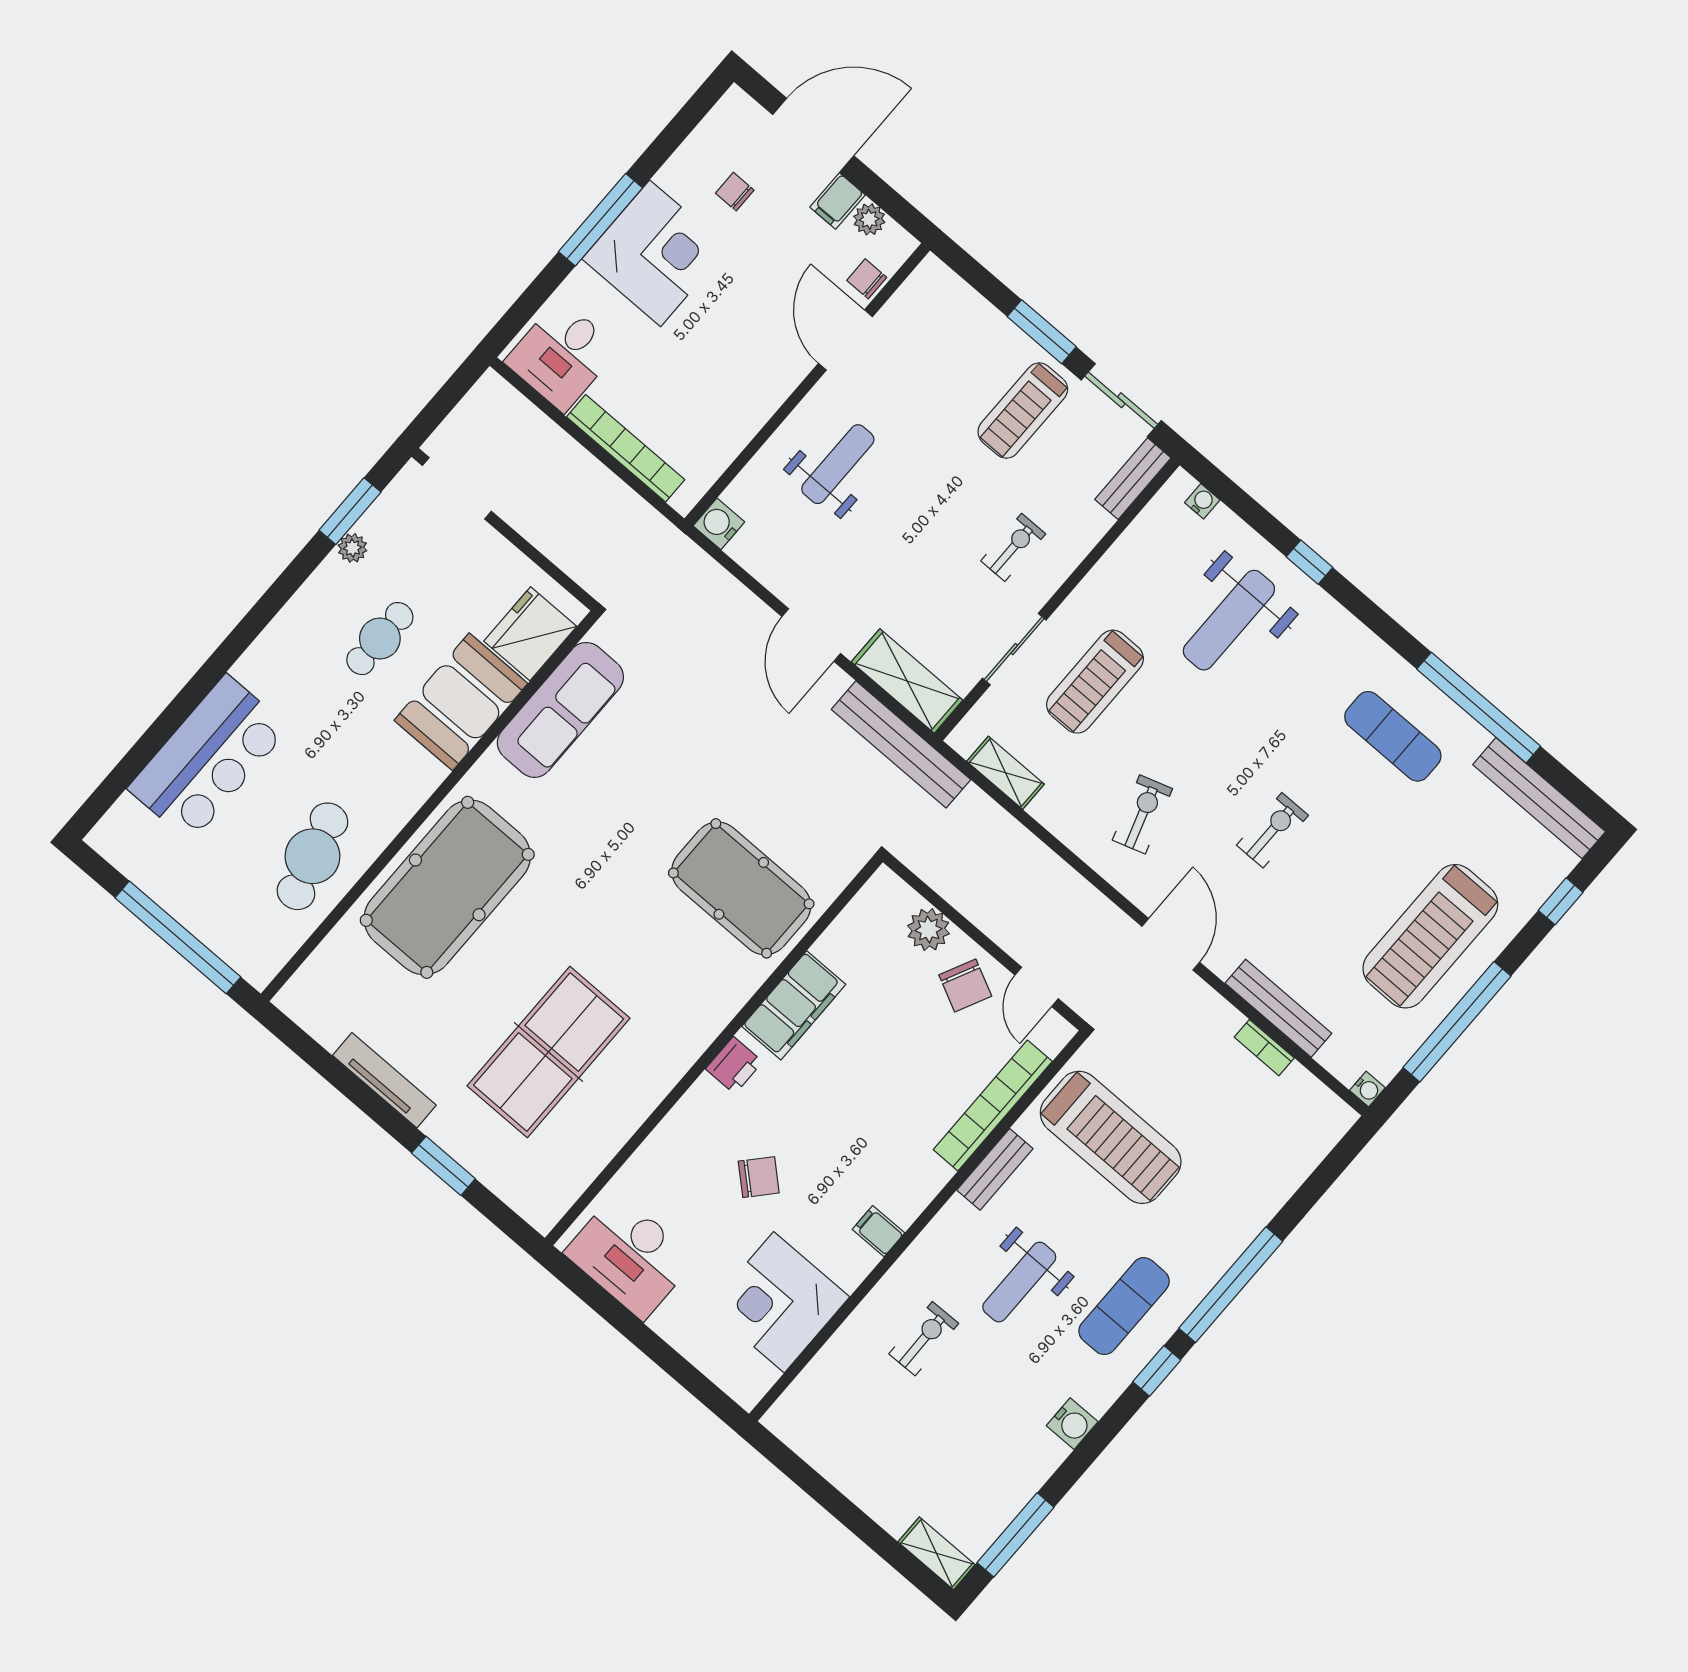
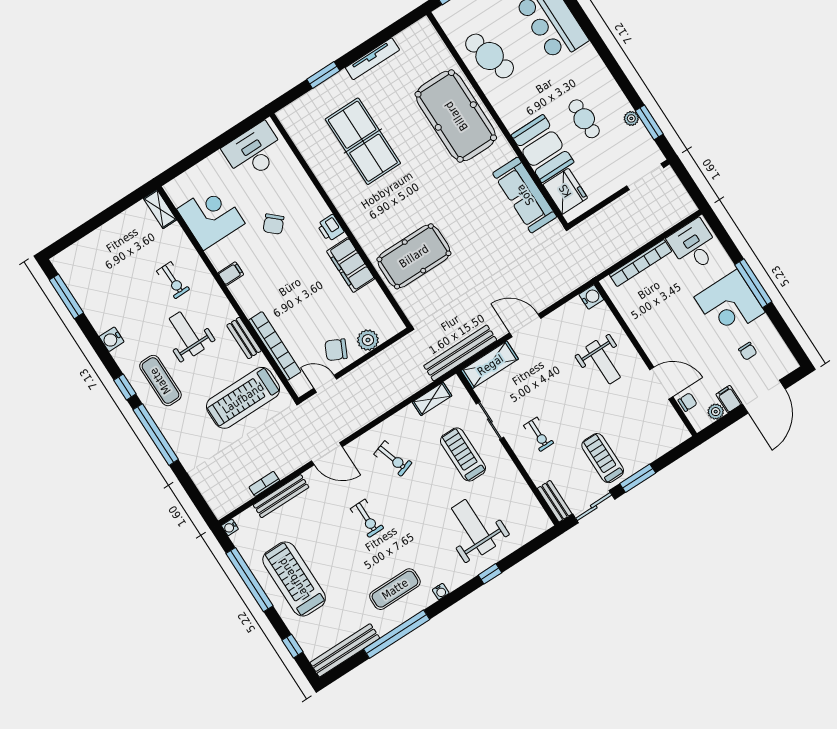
chair: (735, 192) -> (748, 351), turned 90
water cooler: (1202, 501) -> (441, 592), moved
shelving: (937, 1553) -> (160, 209), moved, turned 90

